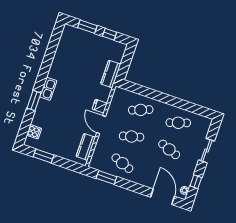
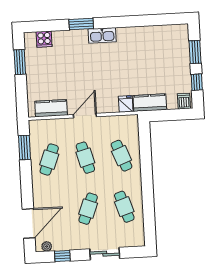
dishwasher: (120, 49) -> (184, 101), added
fridge: (100, 106) -> (126, 104), moved

